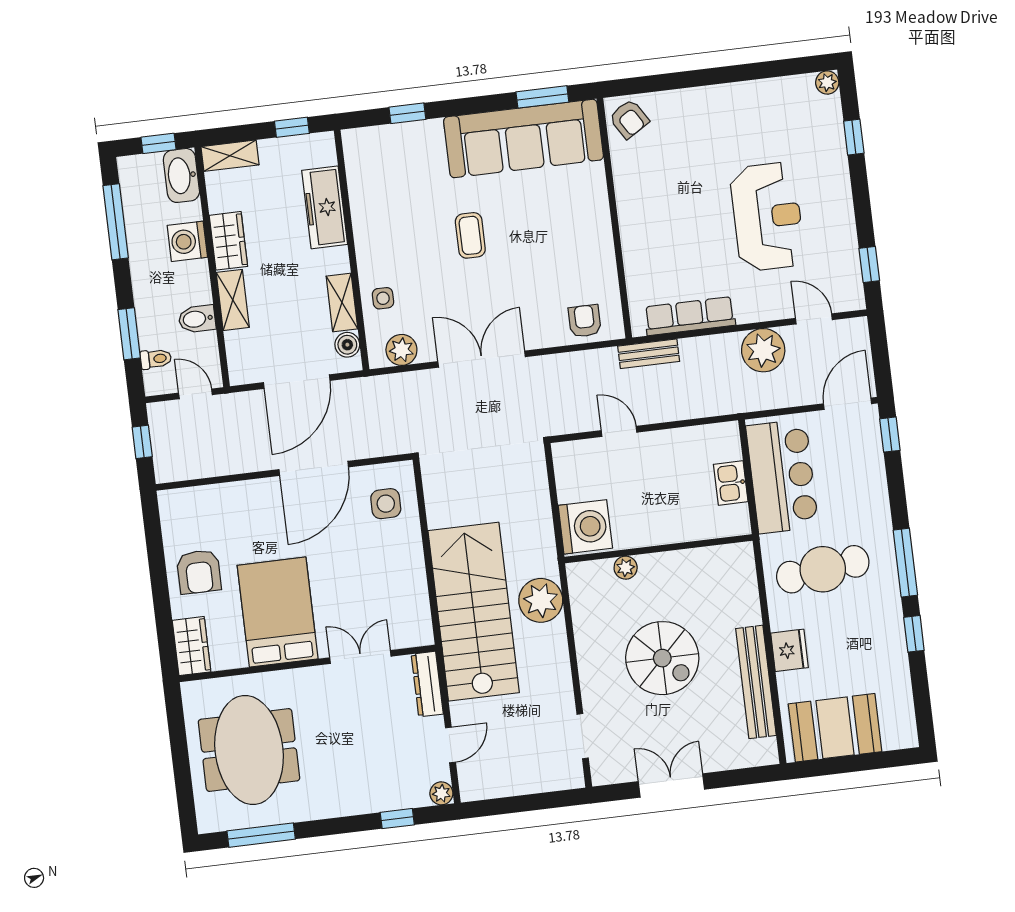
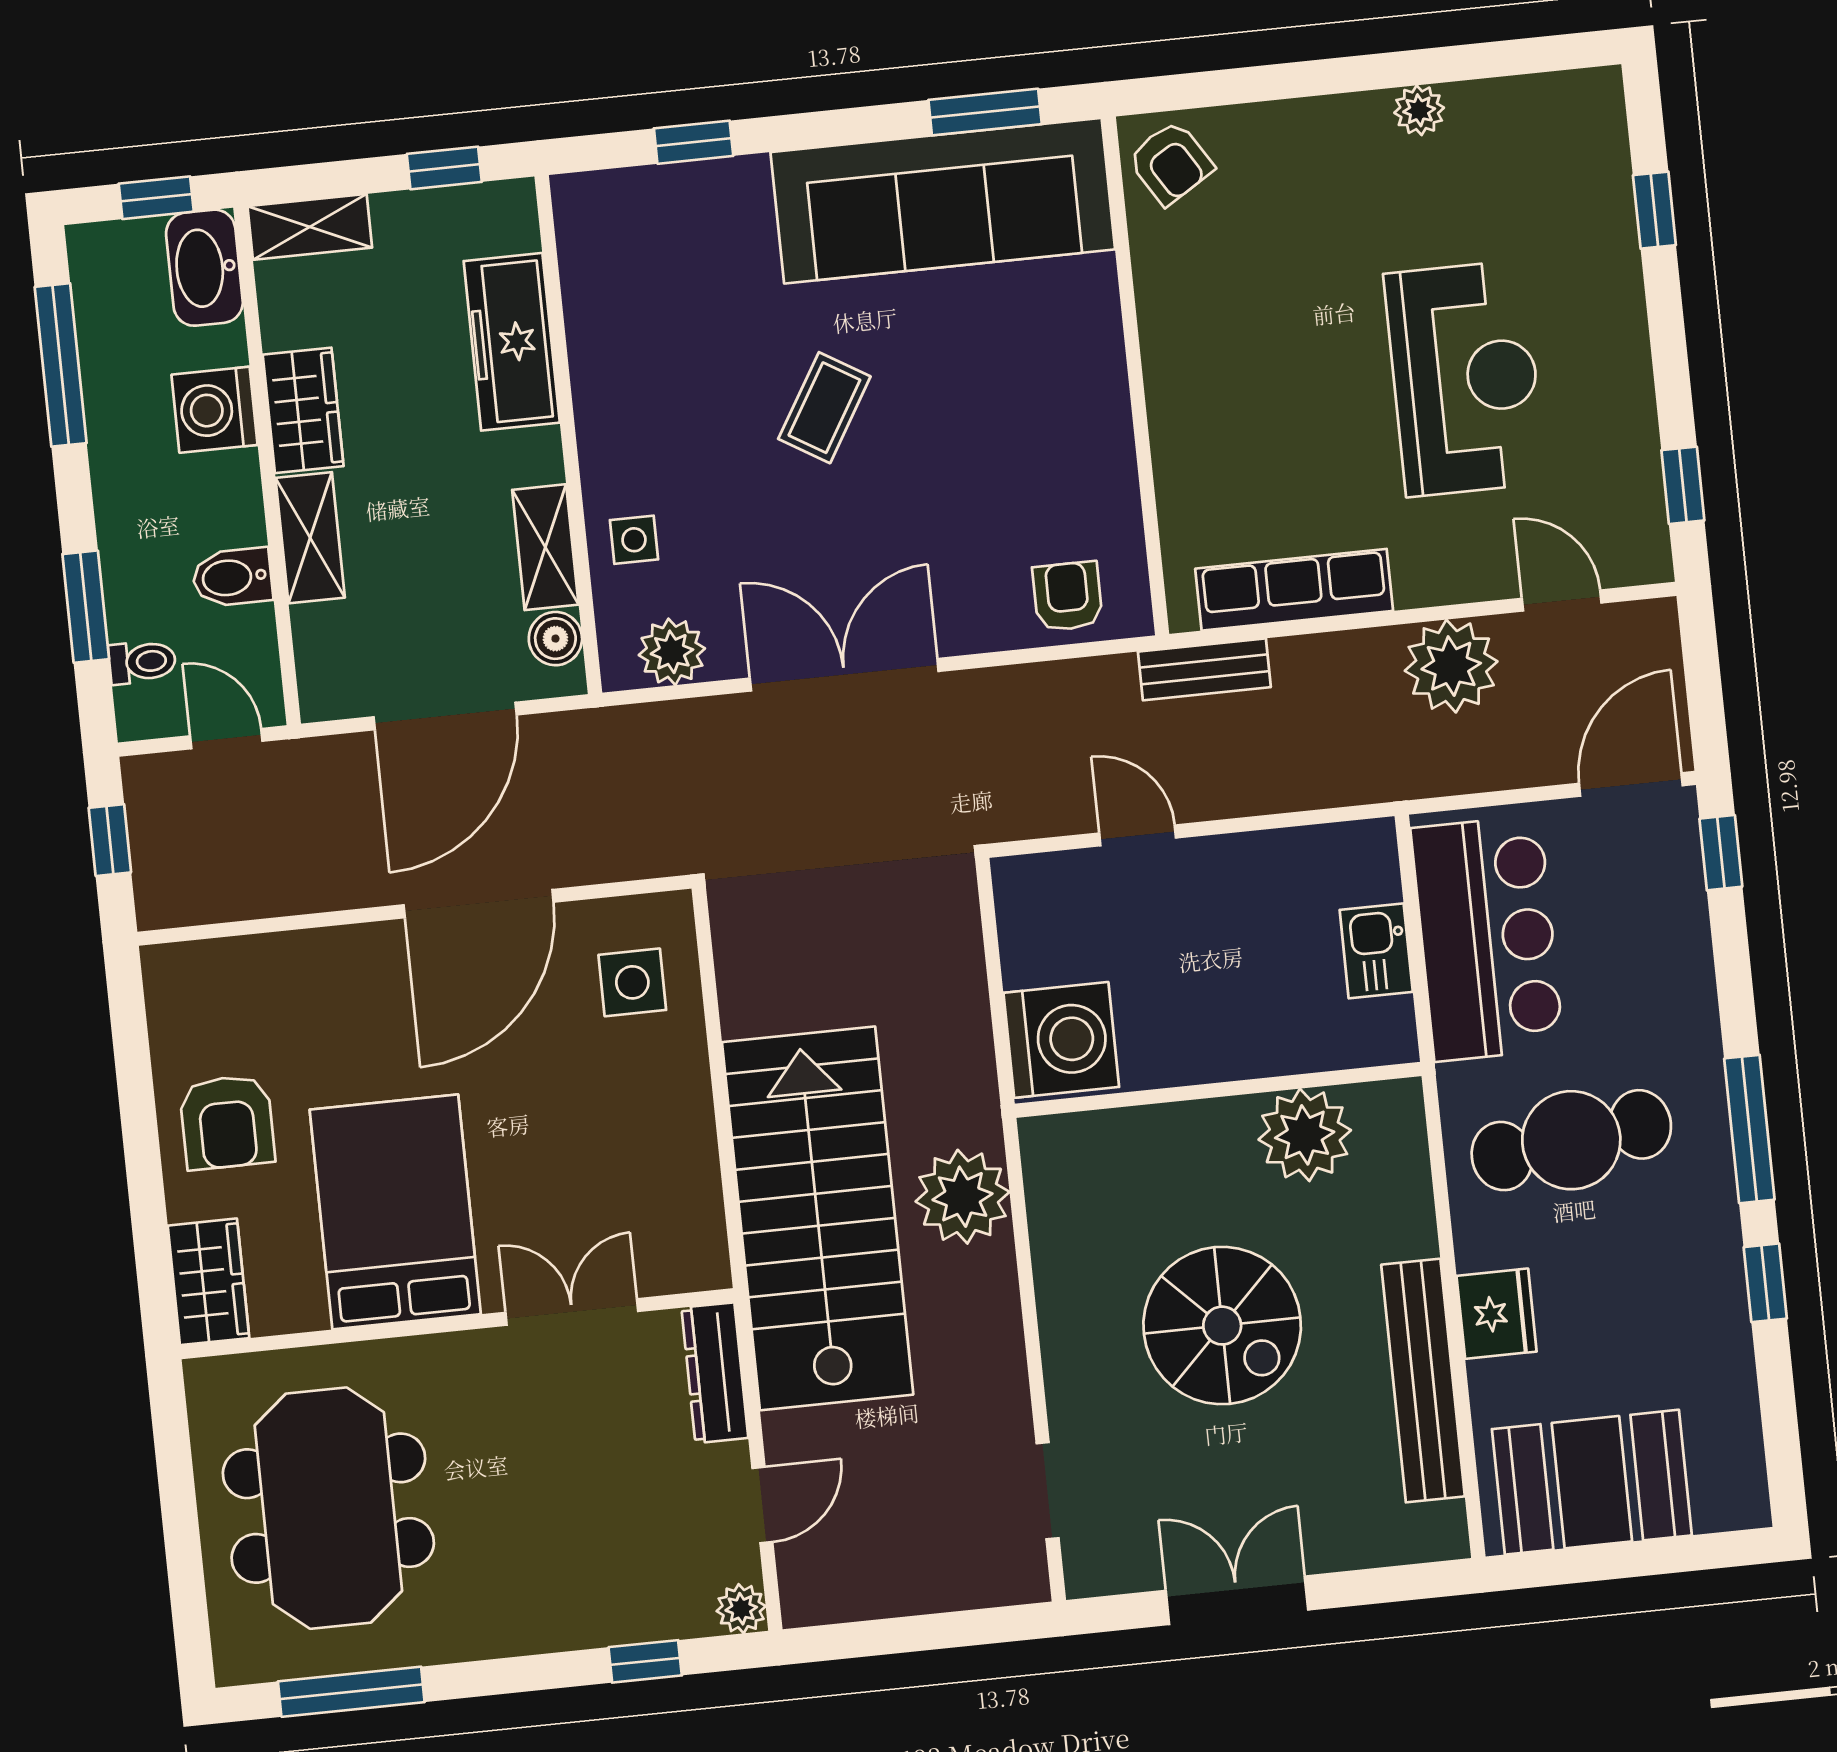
plant: (827, 82) -> (1419, 110), moved
coffee table: (470, 235) -> (824, 408), turned 31
plant: (626, 568) -> (1305, 1135), moved, width x1.88, depth x1.88

